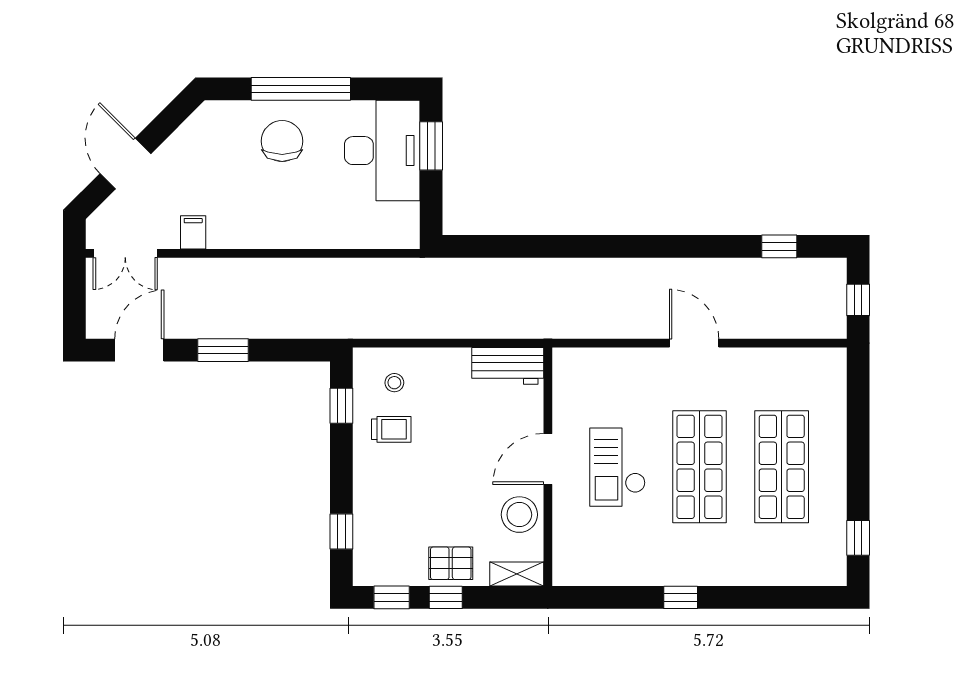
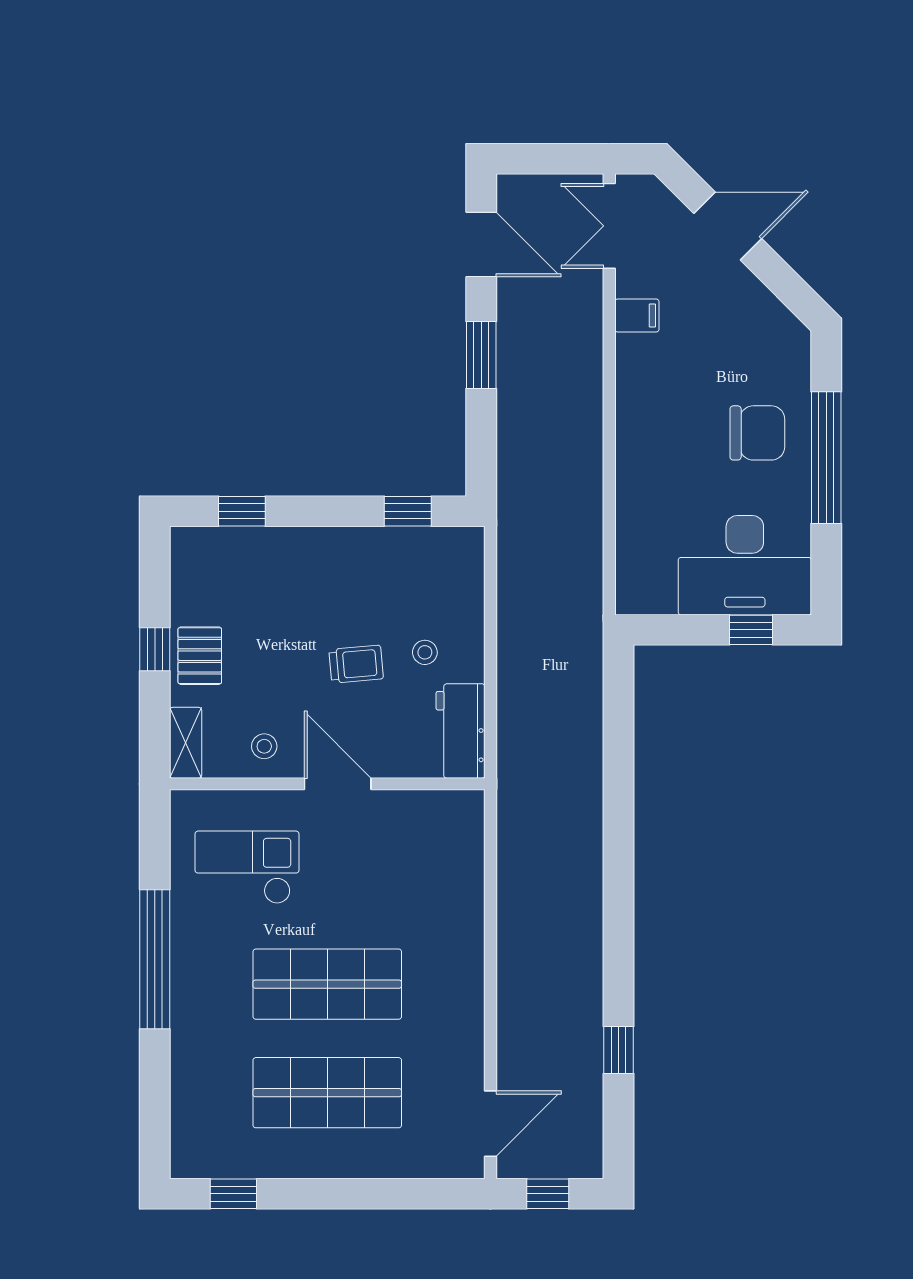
window: (431, 146) -> (751, 630), width x0.67
window: (779, 246) -> (618, 1050), moved
door: (694, 343) -> (490, 1124), moved
stool: (394, 383) -> (425, 652), moved
trolley: (391, 429) -> (356, 664), moved, turned -95
checkout: (618, 467) -> (247, 867), moved
stool: (519, 515) -> (264, 746), width x0.53, depth x0.53
window: (392, 597) -> (155, 578), removed
window: (681, 597) -> (155, 959), width x3.17

